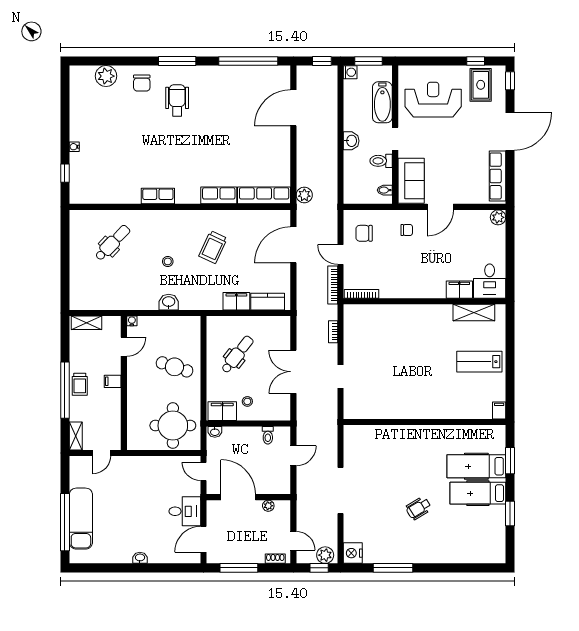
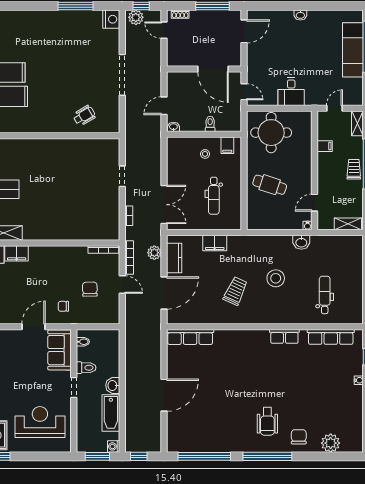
window: (177, 61) -> (267, 456), width x1.46
reception desk: (433, 100) -> (40, 422), turned 180
bathtub: (382, 102) -> (111, 413), moved, turned 180
door: (293, 108) -> (164, 395), moved
row of seats: (219, 195) -> (331, 337), moved, width x1.48
plant: (304, 195) -> (154, 253), moved
chair: (364, 233) -> (90, 289), moved, turned -91
dental chair: (113, 243) -> (325, 295), turned 136
stool: (168, 261) -> (276, 278), width x1.89, depth x1.89
washbasin: (169, 302) -> (301, 242), moved
kitchen counter: (268, 302) -> (174, 258), moved, turned -90
dental chair: (237, 354) -> (214, 196), turned -38
double door: (293, 372) -> (164, 205), moved
filing cabinet: (113, 381) -> (325, 146), moved
filing cabinet: (222, 411) -> (227, 145), width x0.50
washbasin: (215, 432) -> (173, 127), moved
toilet: (268, 435) -> (210, 124), moved
plant: (268, 506) -> (186, 61), removed
wheelchair: (419, 508) -> (84, 116), moved
desk: (185, 511) -> (291, 92), moved, turned -90

